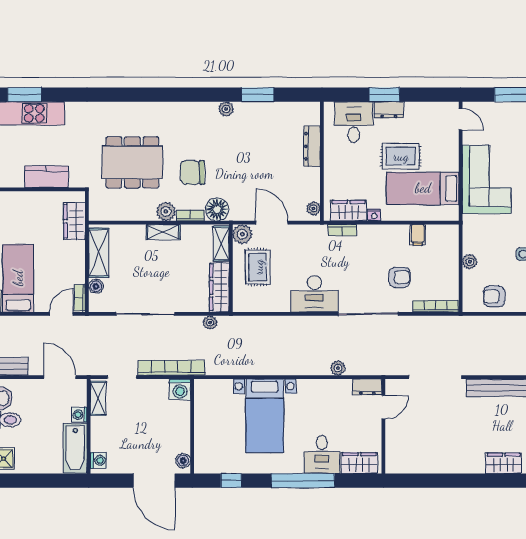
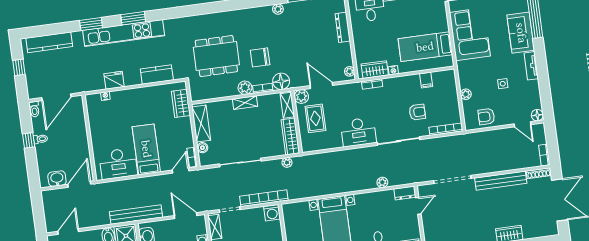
rug: (401, 156) -> (407, 26), removed

